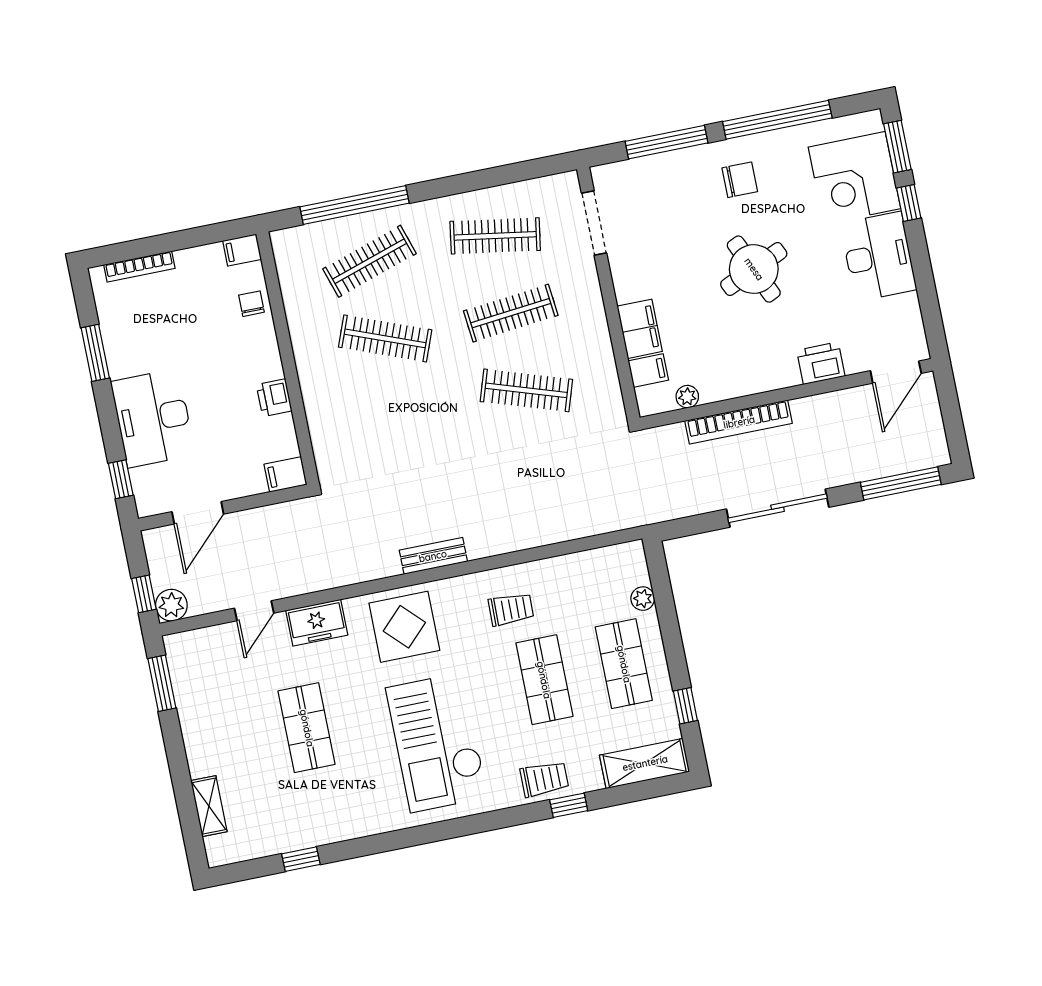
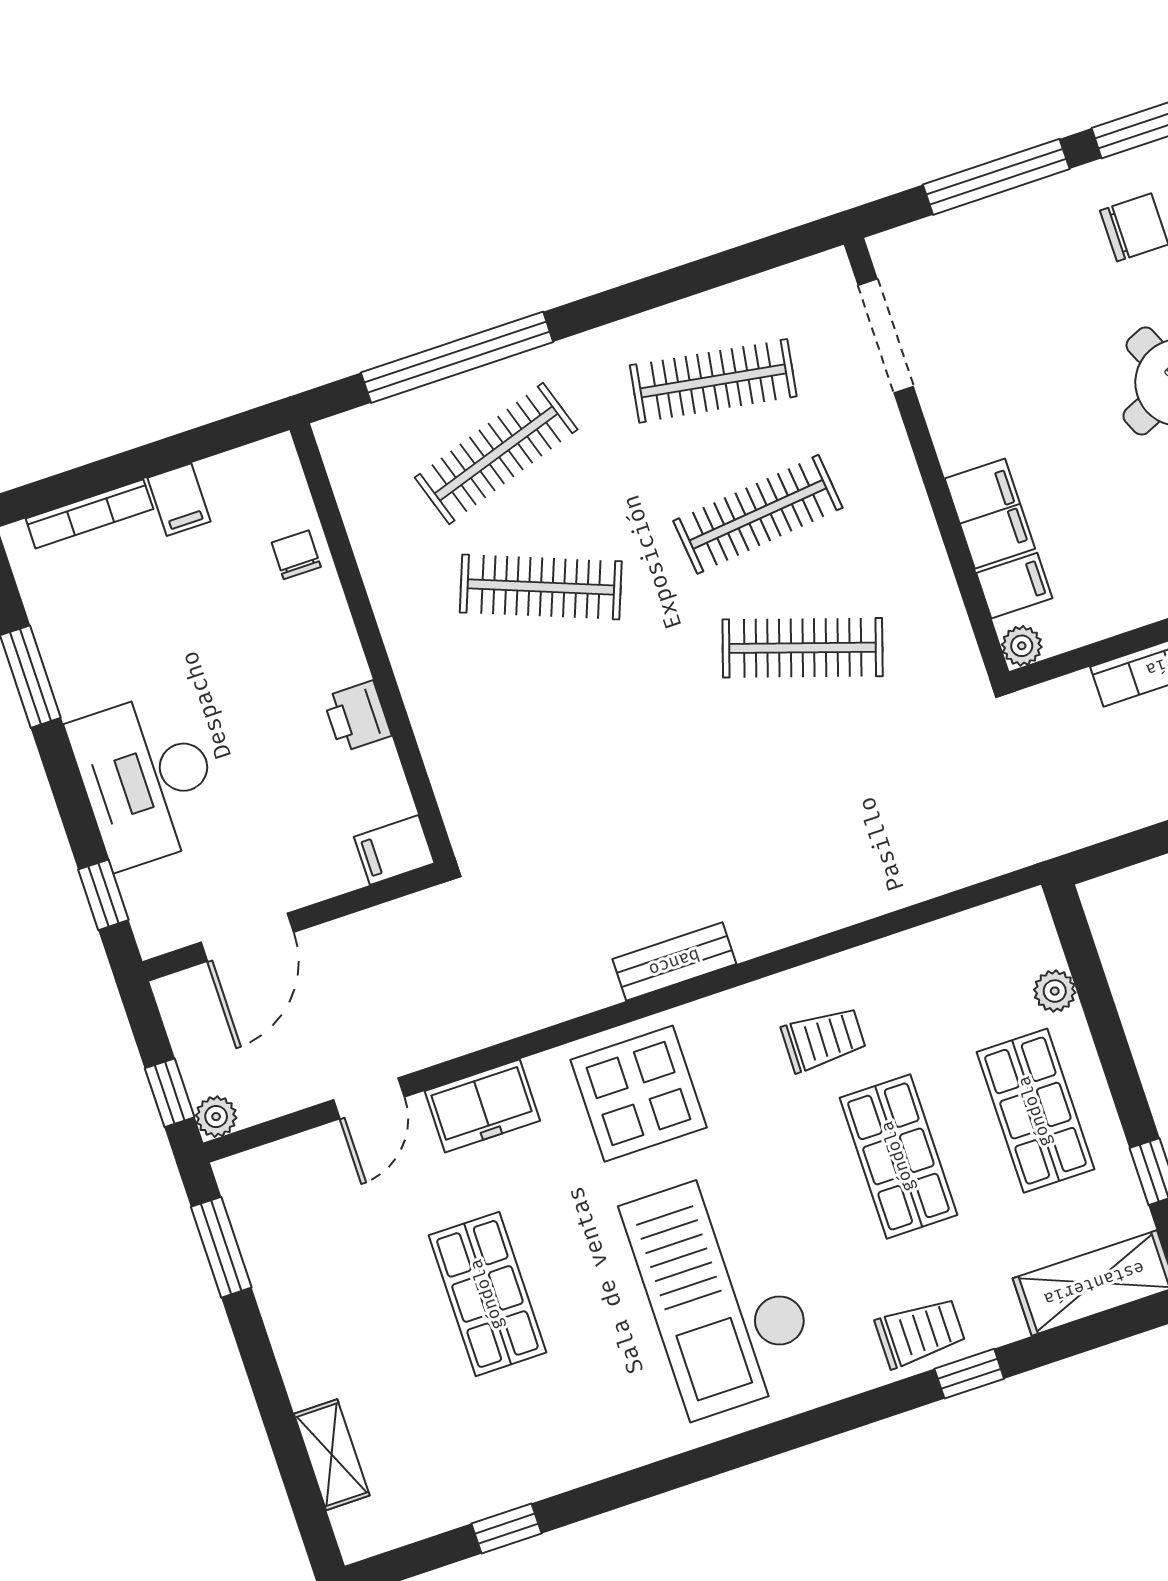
filing cabinet: (242, 250) -> (179, 500), moved, turned -90
plant: (687, 397) -> (1022, 646), moved
plant: (171, 605) -> (216, 1117), width x0.73, depth x0.73

